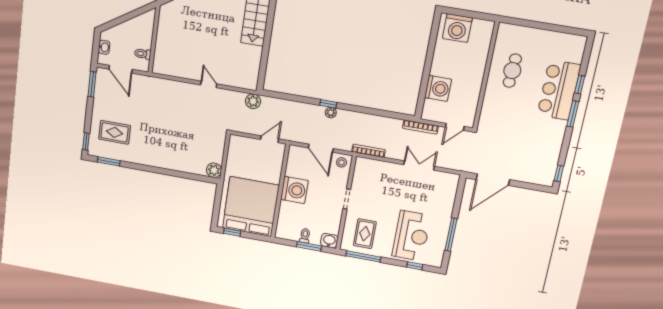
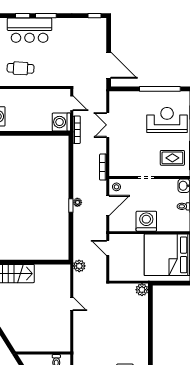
door: (209, 84) -> (72, 304), swing flipped
washing machine: (438, 88) -> (61, 122), moved, turned -90
window: (451, 235) -> (160, 89), width x1.46

